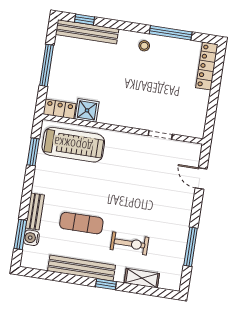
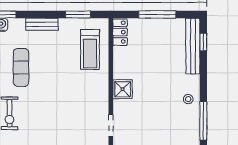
shower: (87, 110) -> (123, 89), moved
treadmill: (73, 145) -> (90, 49), width x0.73, depth x0.73
bench: (35, 211) -> (42, 24), moved

